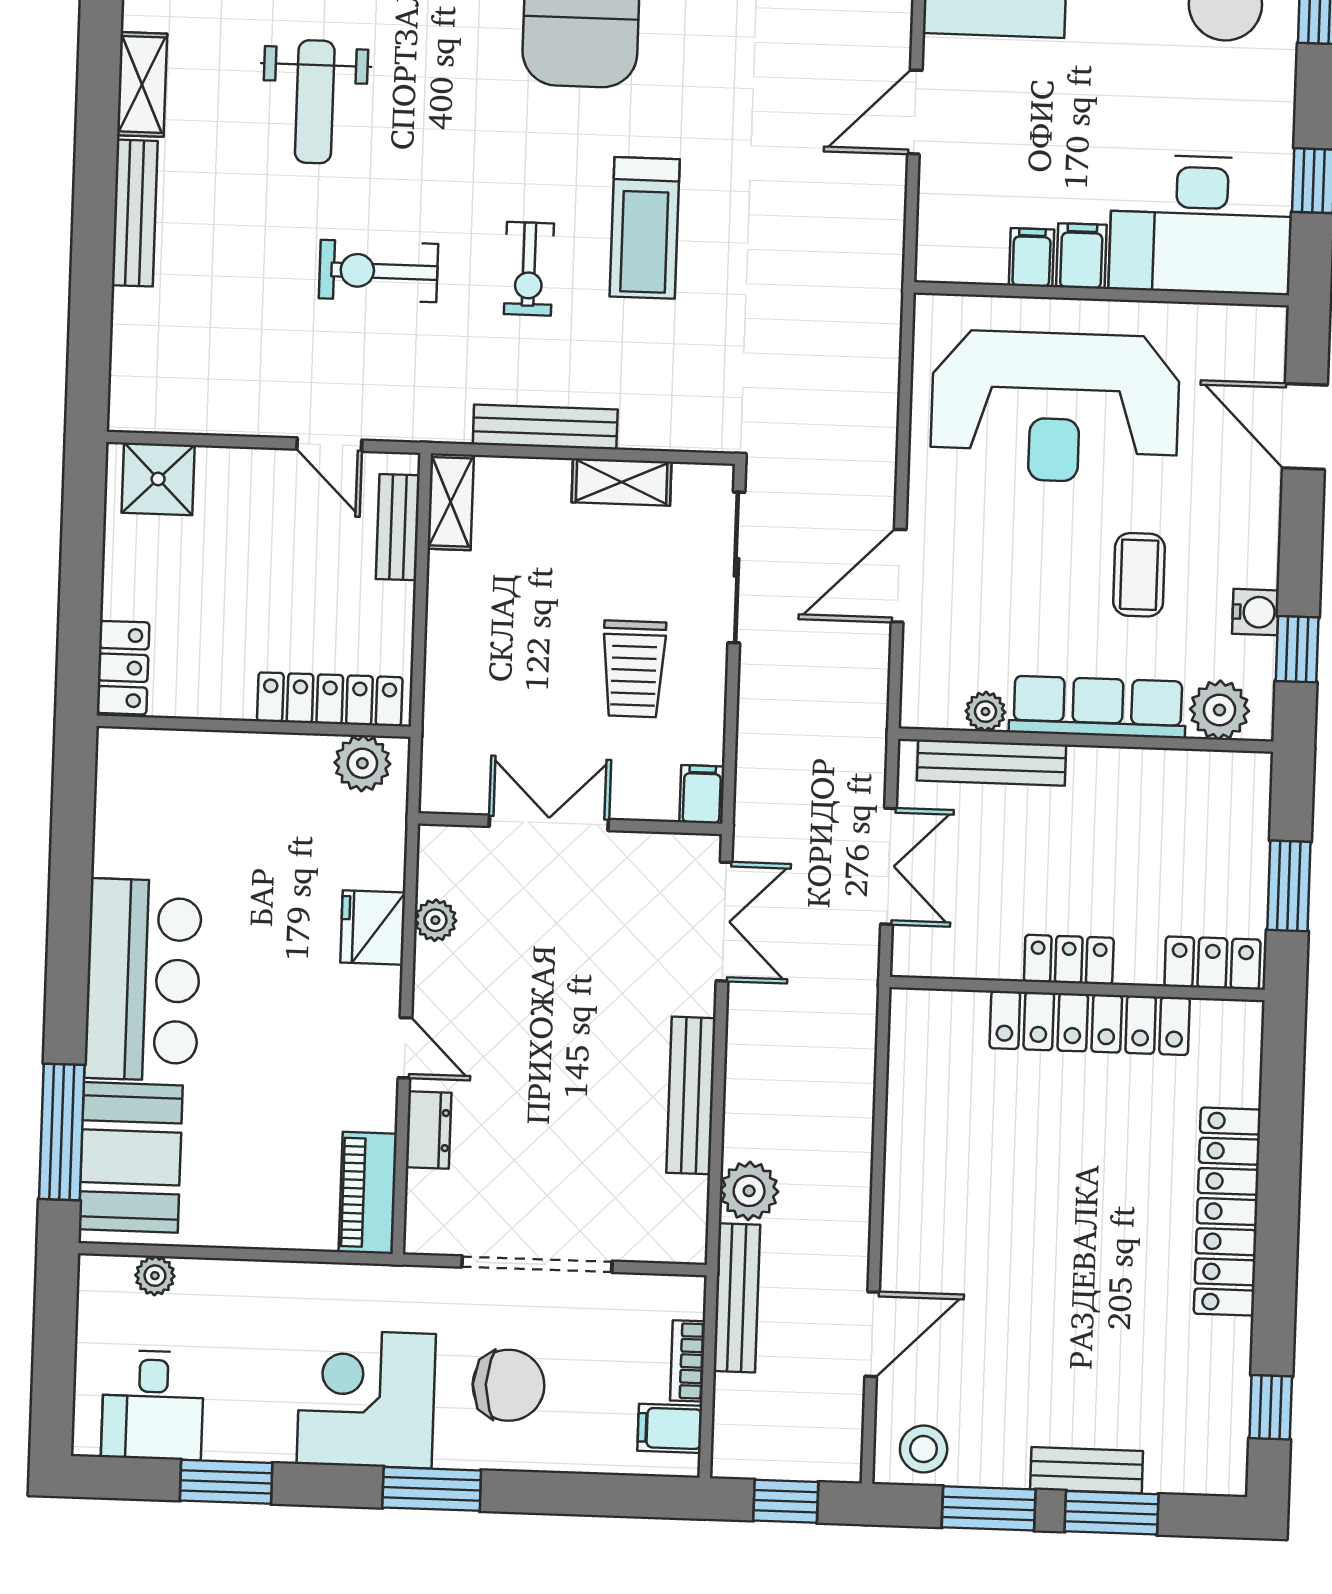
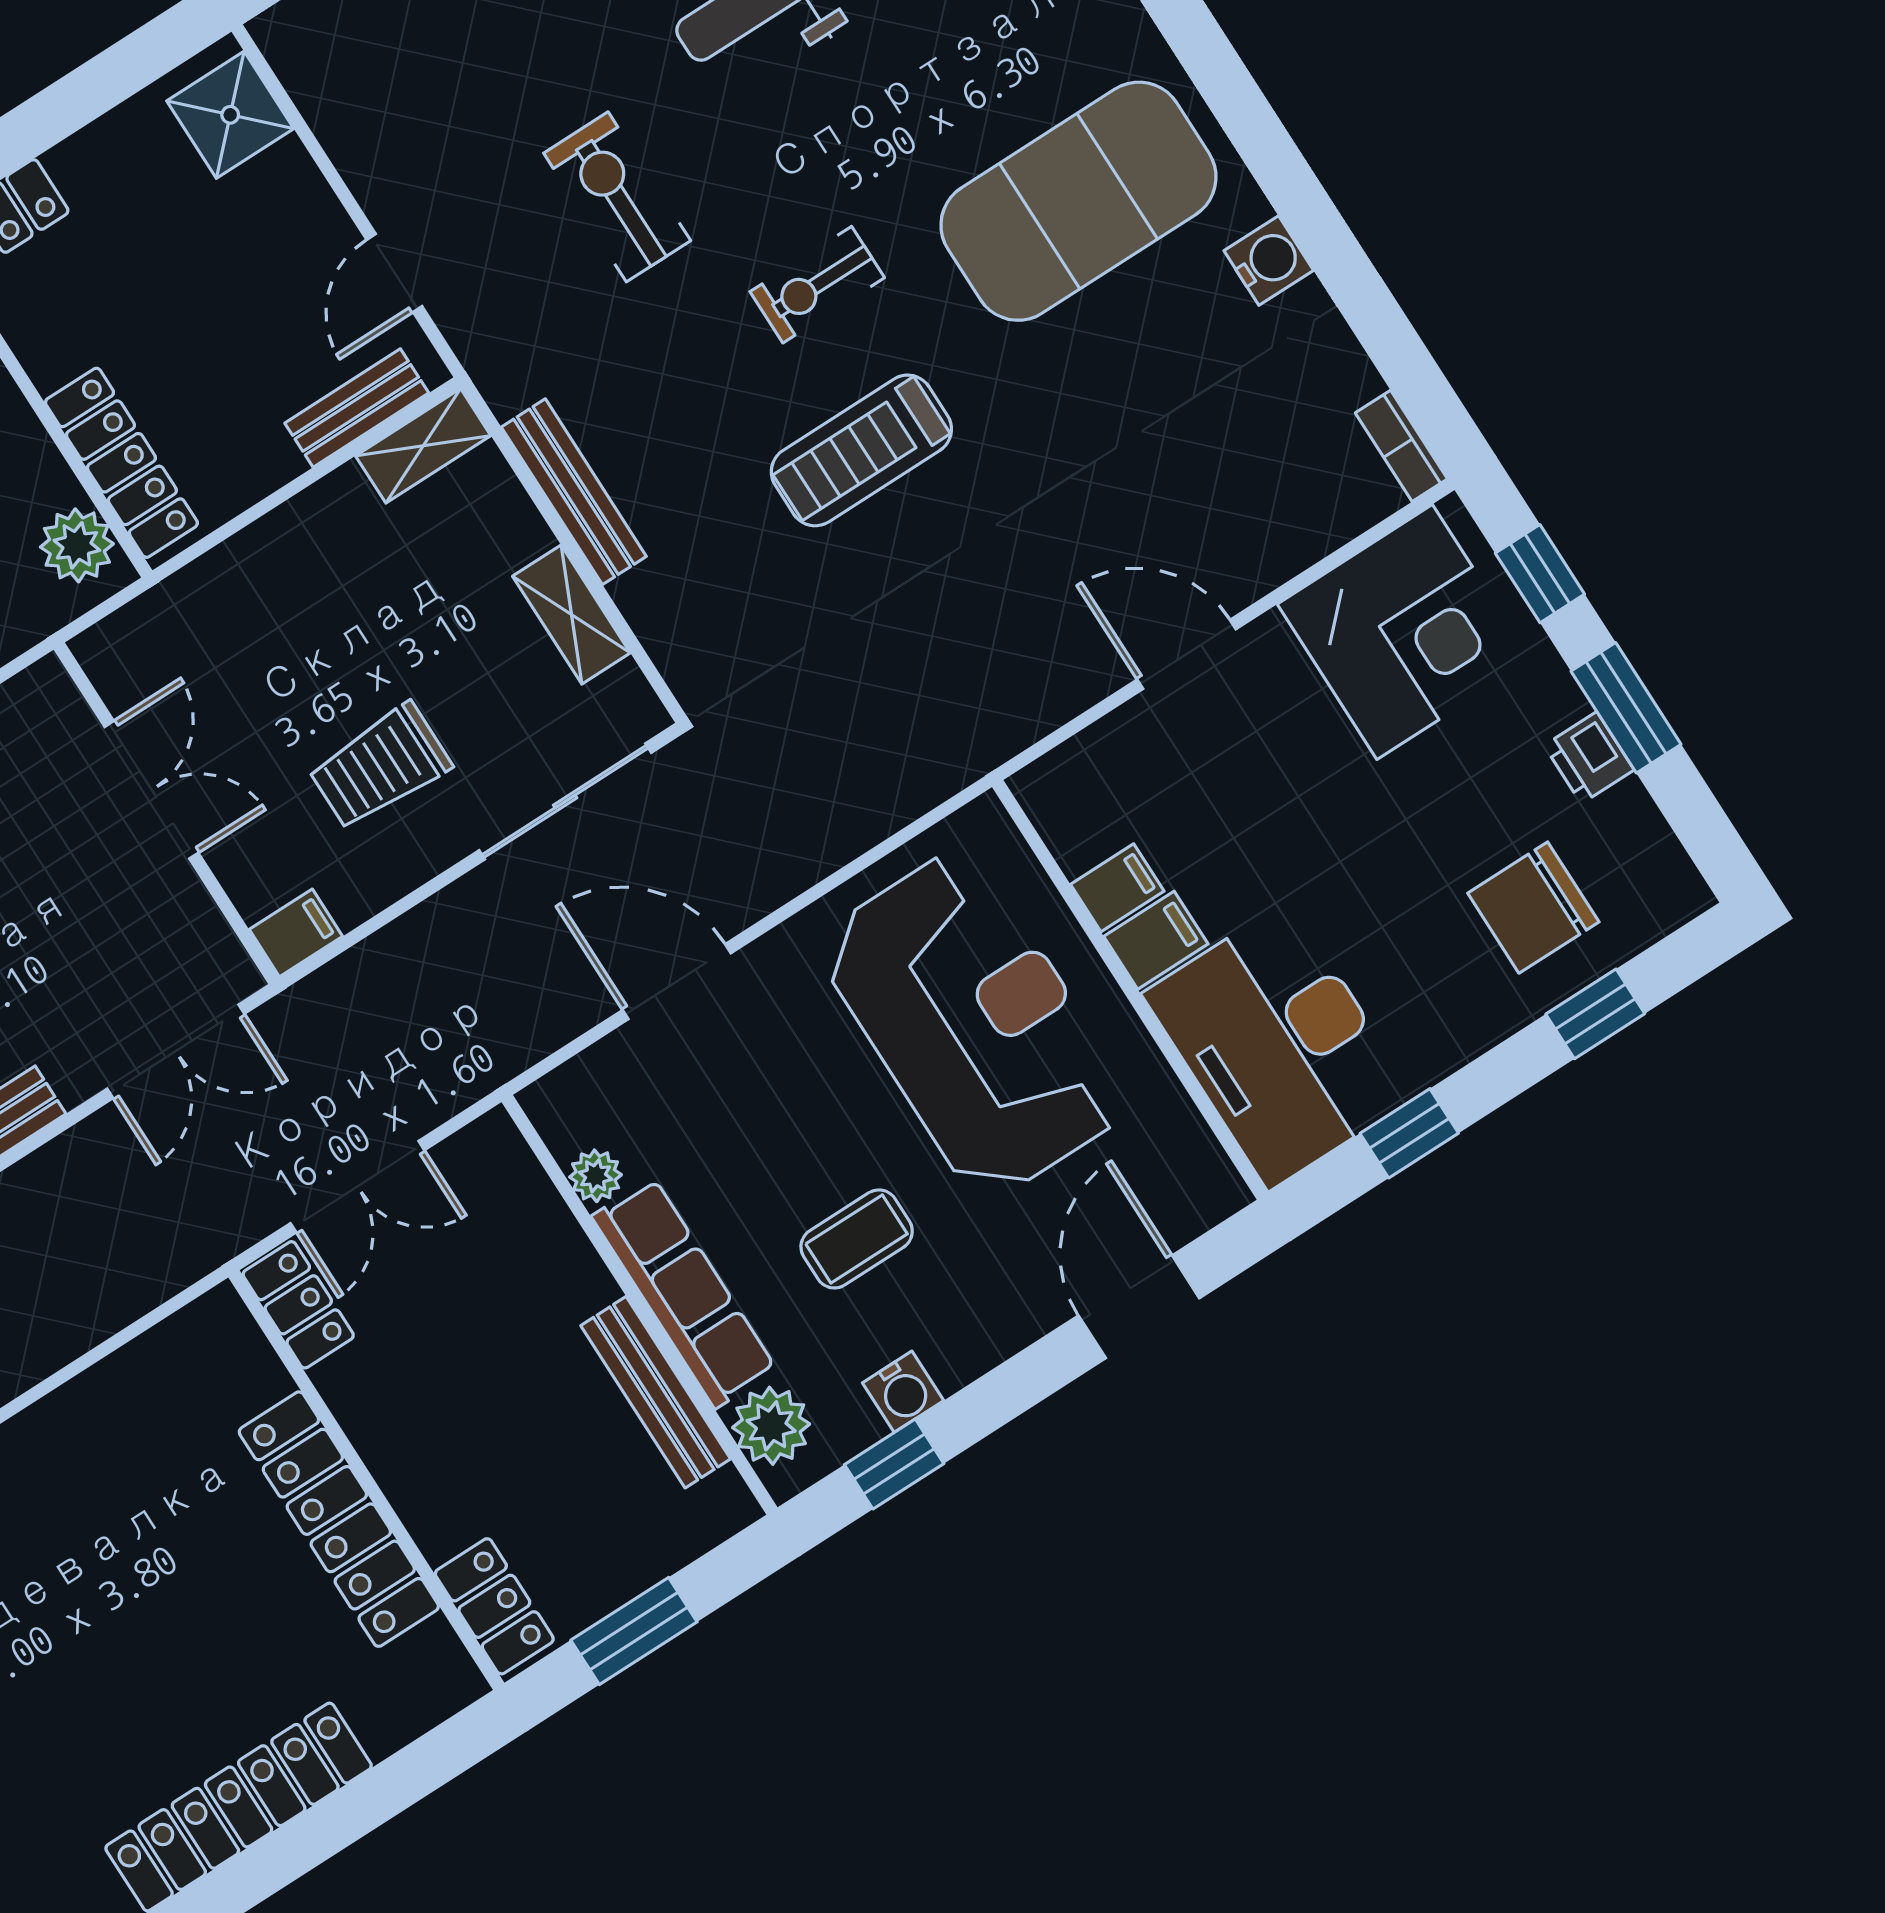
exercise bike: (529, 269) -> (817, 285), moved
reception desk: (1055, 407) -> (974, 1024), turned 180
bench: (991, 763) -> (656, 1392), moved
locker: (1069, 960) -> (298, 1305), moved

